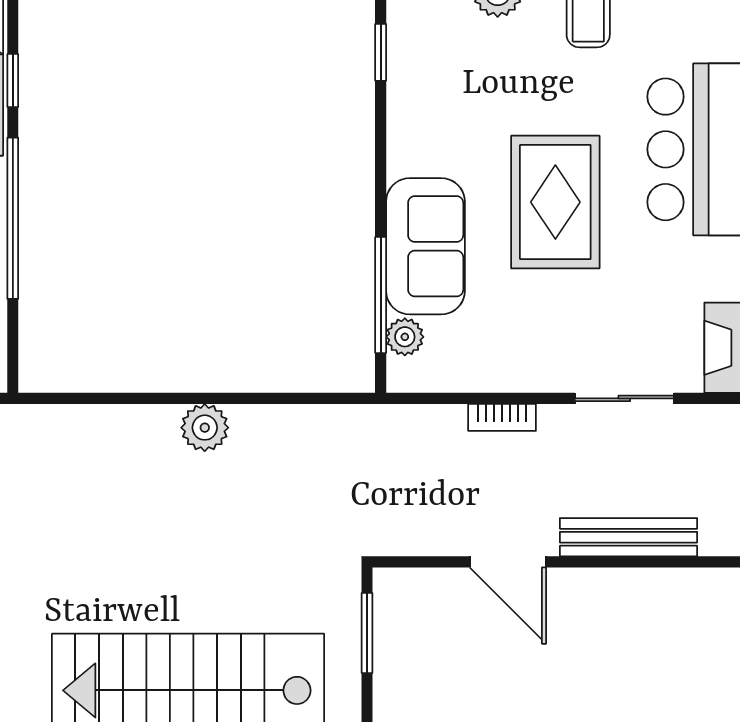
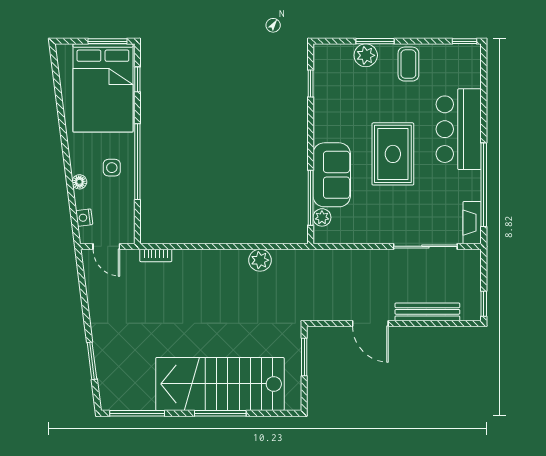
window: (13, 81) -> (137, 79), moved
sliding door: (624, 398) -> (425, 246), width x1.37
bookcase: (502, 417) -> (156, 255), moved
plant: (205, 428) -> (260, 260), moved

